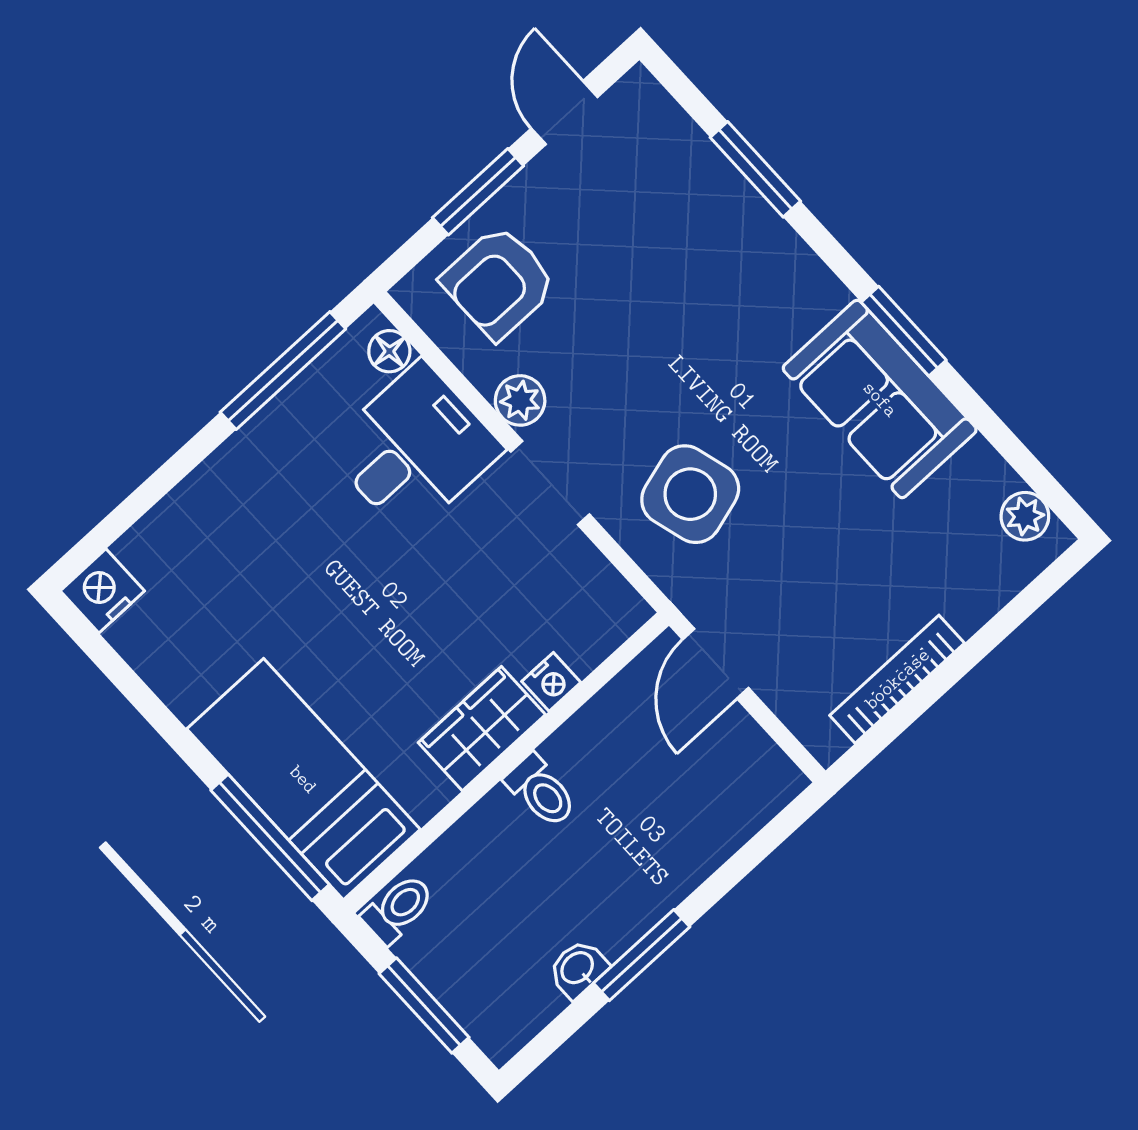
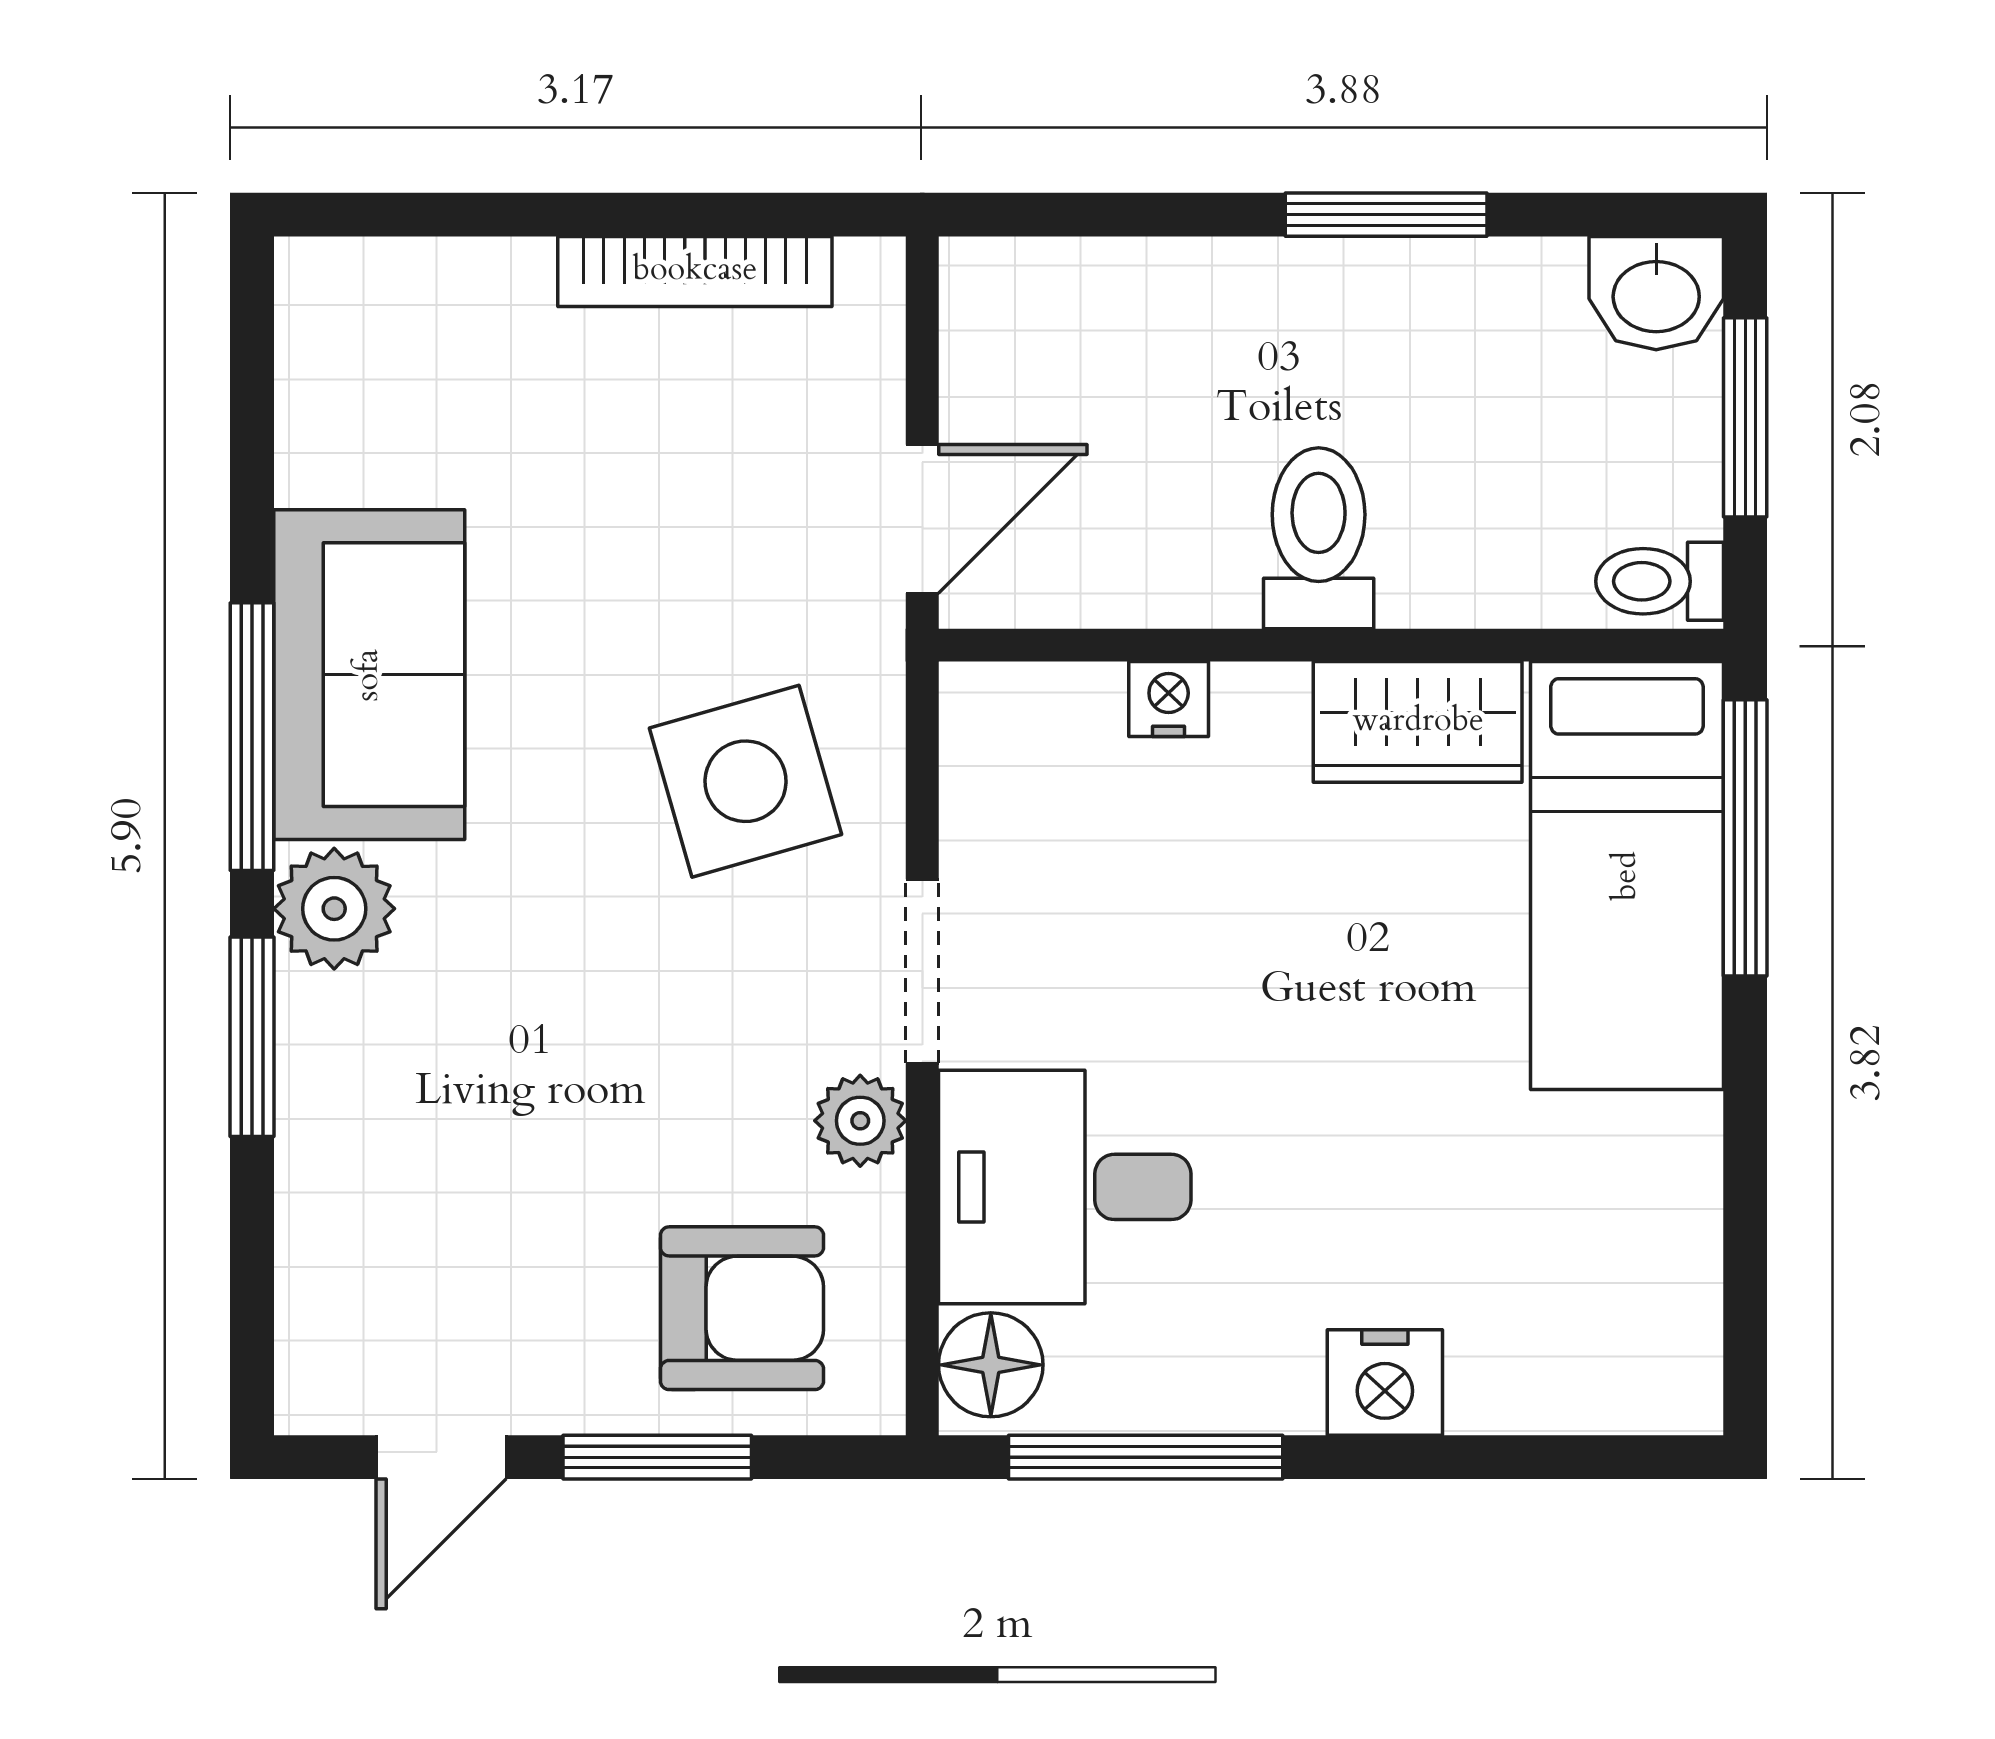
window: (755, 169) -> (252, 1037), moved
window: (904, 331) -> (252, 737), width x1.44
floor lamp: (389, 351) -> (991, 1365), width x1.37, depth x1.37
plant: (1025, 516) -> (334, 909), moved, width x1.38, depth x1.38
nightstand: (102, 591) -> (1385, 1382), moved
wardrobe: (482, 729) -> (1418, 722), moved
toilet: (541, 791) -> (1319, 538), width x1.37, depth x1.39
washbasin: (578, 969) -> (1656, 293), moved, width x1.38, depth x1.45

